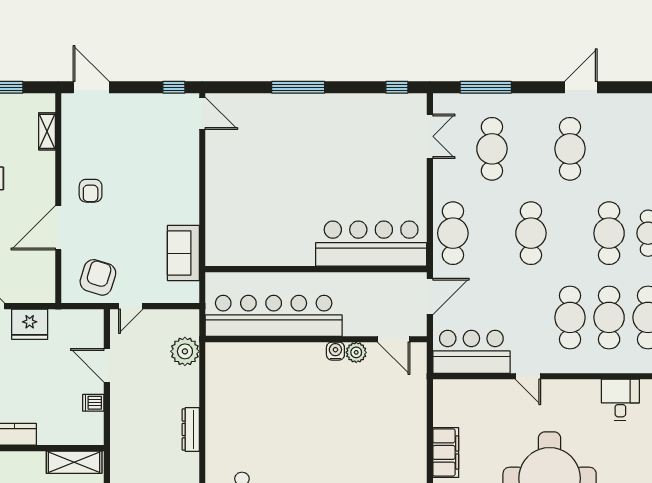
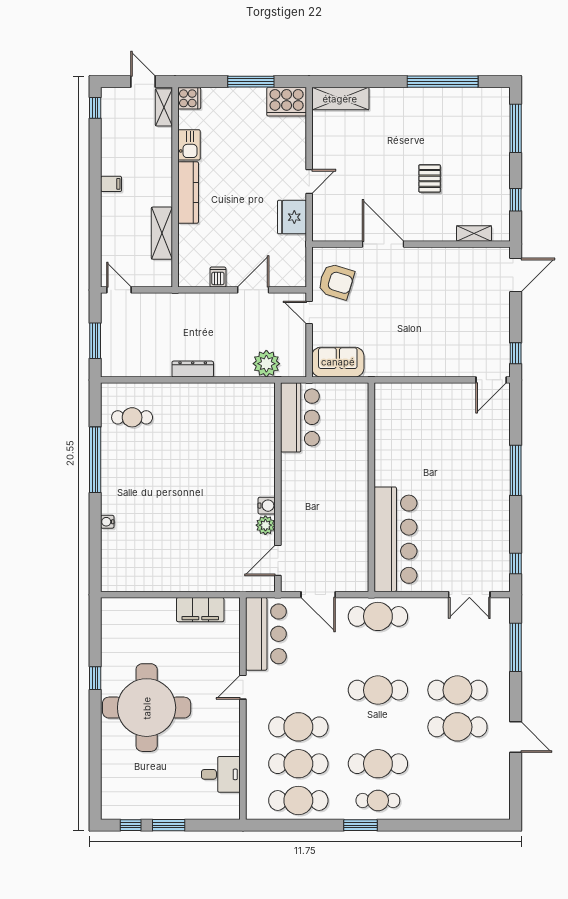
cafe table: (492, 149) -> (457, 690), moved
armchair: (91, 191) -> (418, 275), removed
bar counter: (371, 244) -> (396, 539), moved
sofa: (183, 253) -> (338, 362), moved
wall: (316, 269) -> (371, 487), moved
bar counter: (274, 316) -> (300, 417), width x0.54
filing cabinet: (446, 452) -> (200, 610), moved
shelving: (74, 462) -> (162, 233), moved

